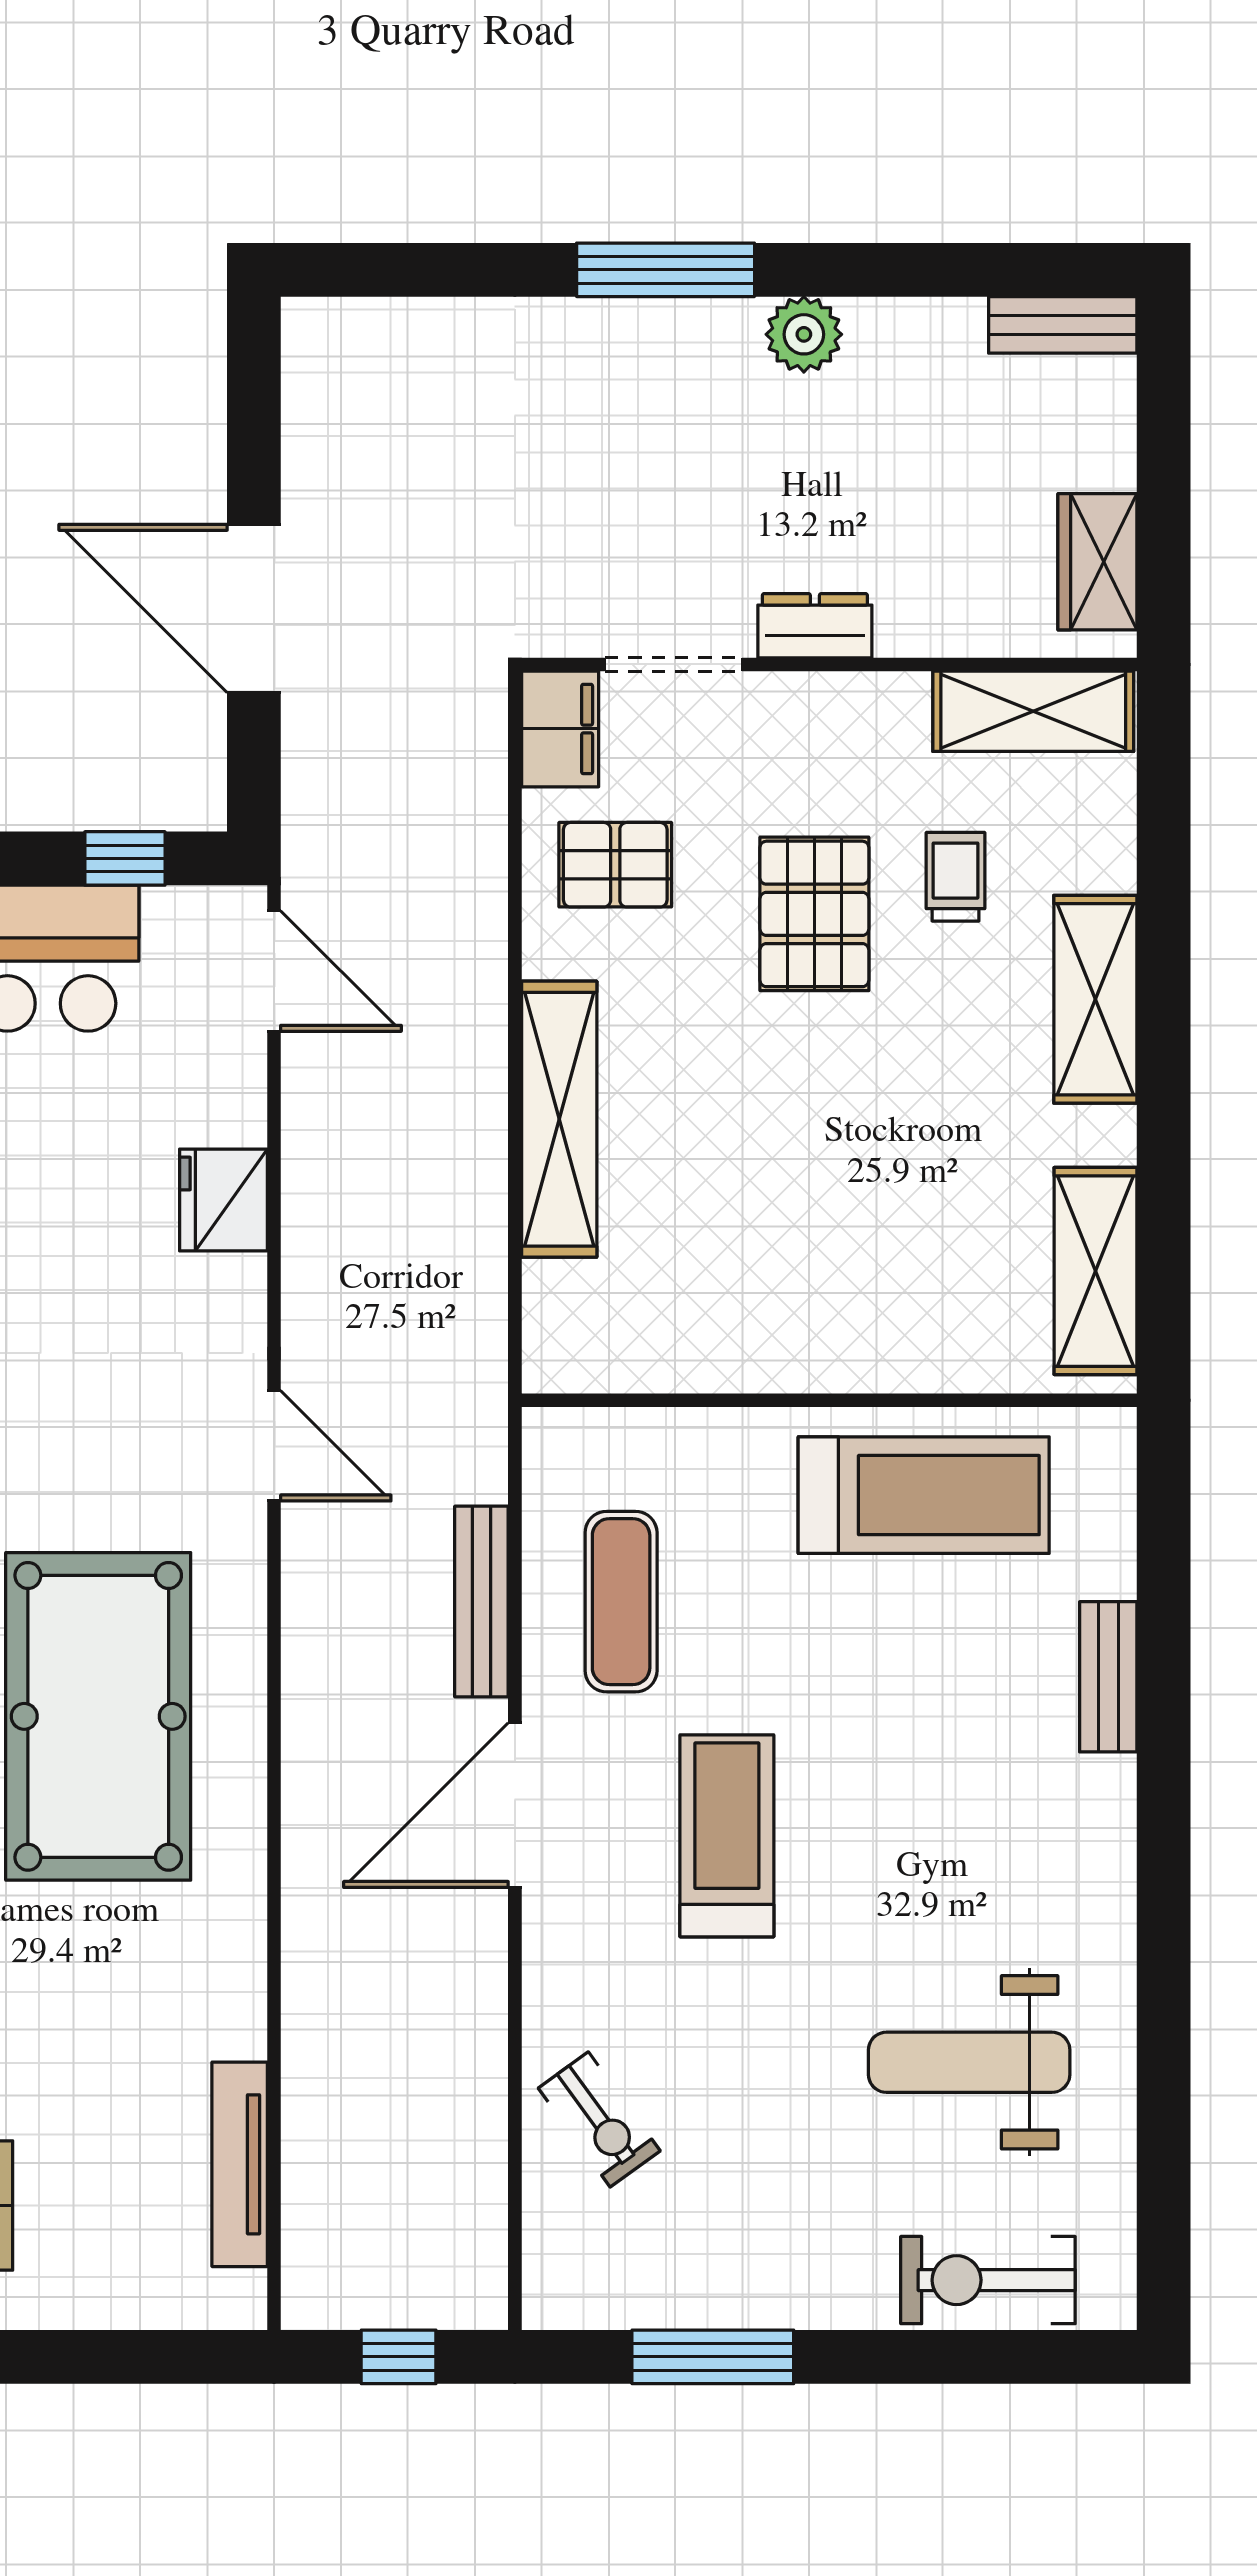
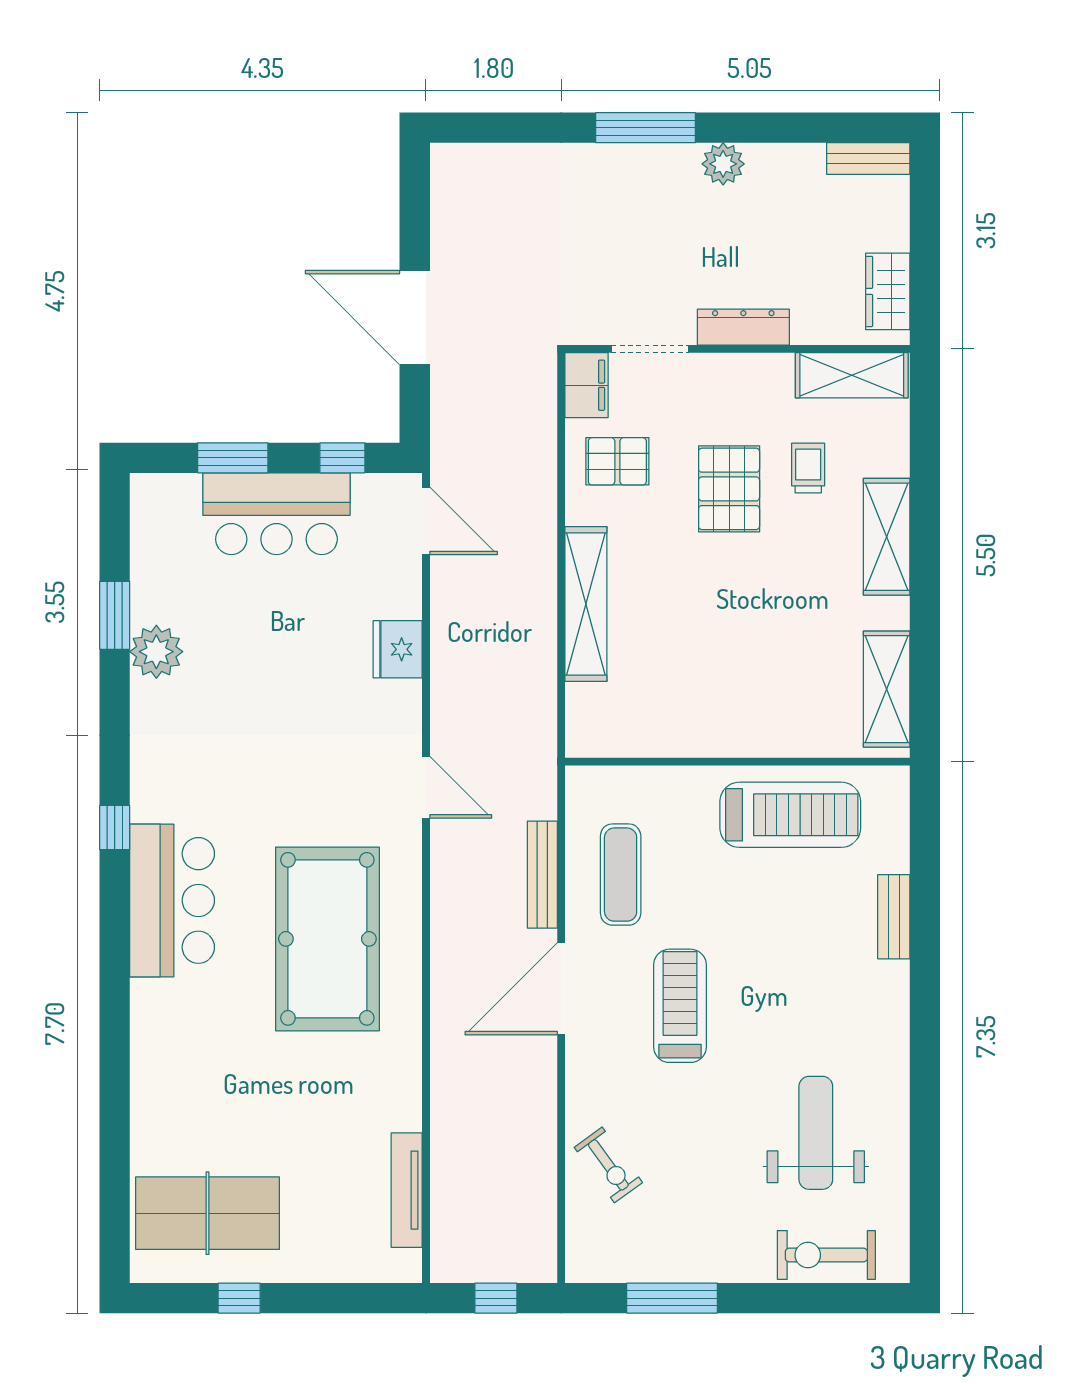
dresser: (815, 626) -> (743, 327), width x1.44
weight bench: (969, 2062) -> (816, 1133), turned 90

